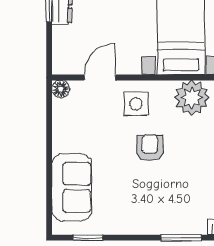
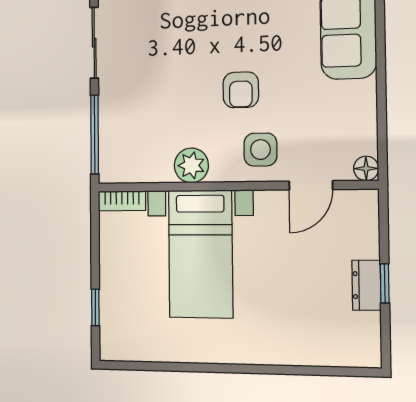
plant: (192, 98) -> (191, 165), width x0.73, depth x0.73

